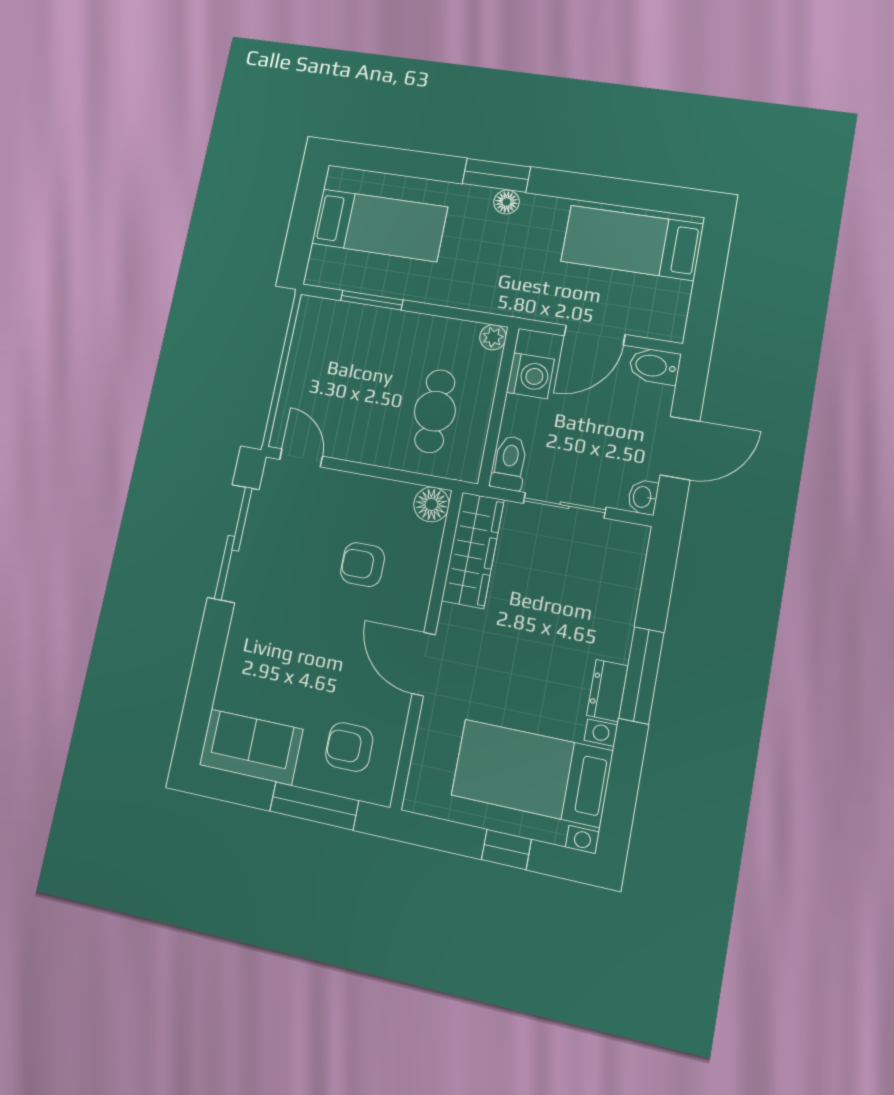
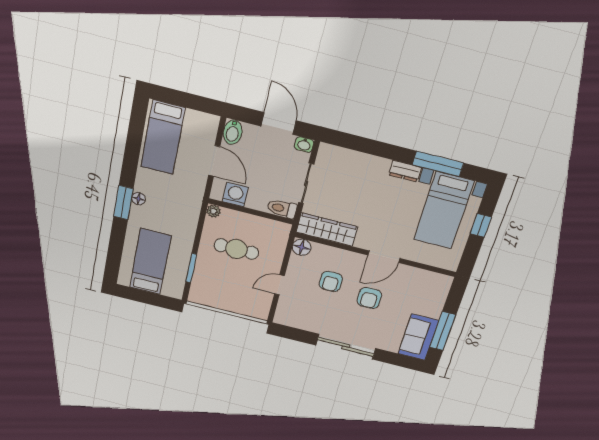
cafe table: (435, 411) -> (236, 249), moved
door: (301, 458) -> (279, 285), moved
sliding door: (233, 543) -> (346, 347), moved
window: (641, 675) -> (438, 164), moved
armchair: (349, 747) -> (369, 298), moved
window: (314, 806) -> (443, 331), moved

